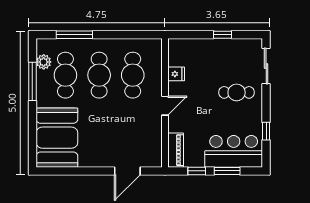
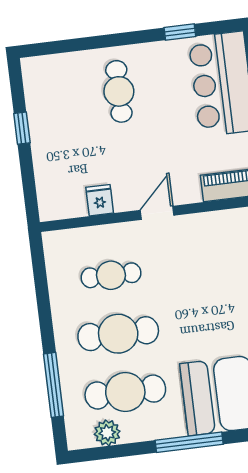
sliding door: (266, 66) -> (67, 46), removed
cafe table: (133, 75) -> (111, 275), width x0.73, depth x0.74
window: (32, 81) -> (189, 442), moved
door: (165, 106) -> (157, 213), hinge flipped

